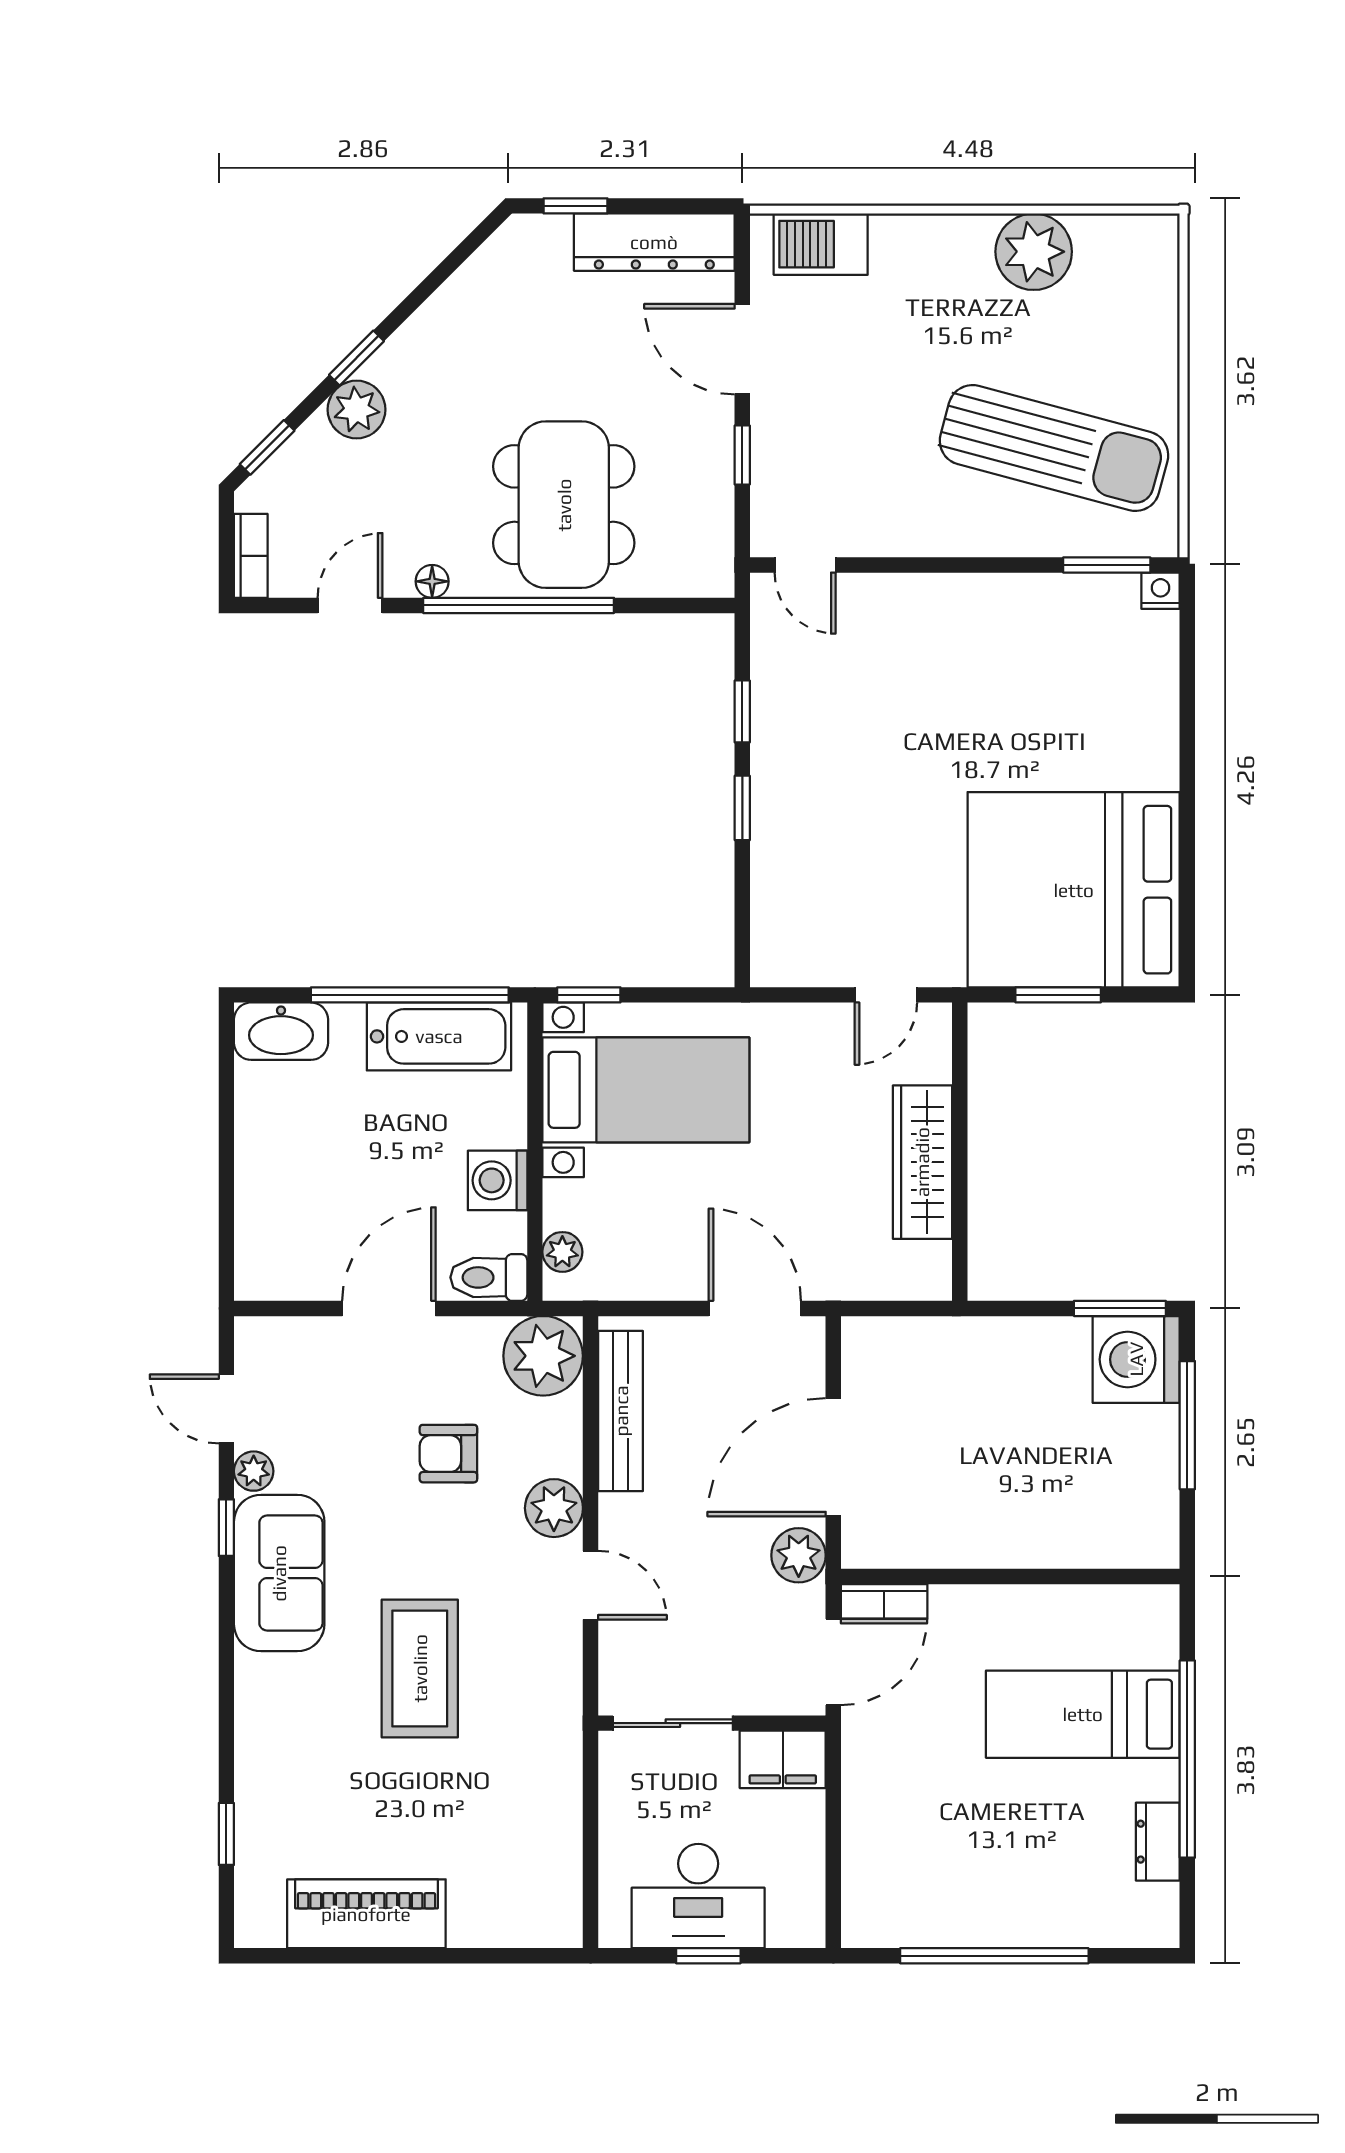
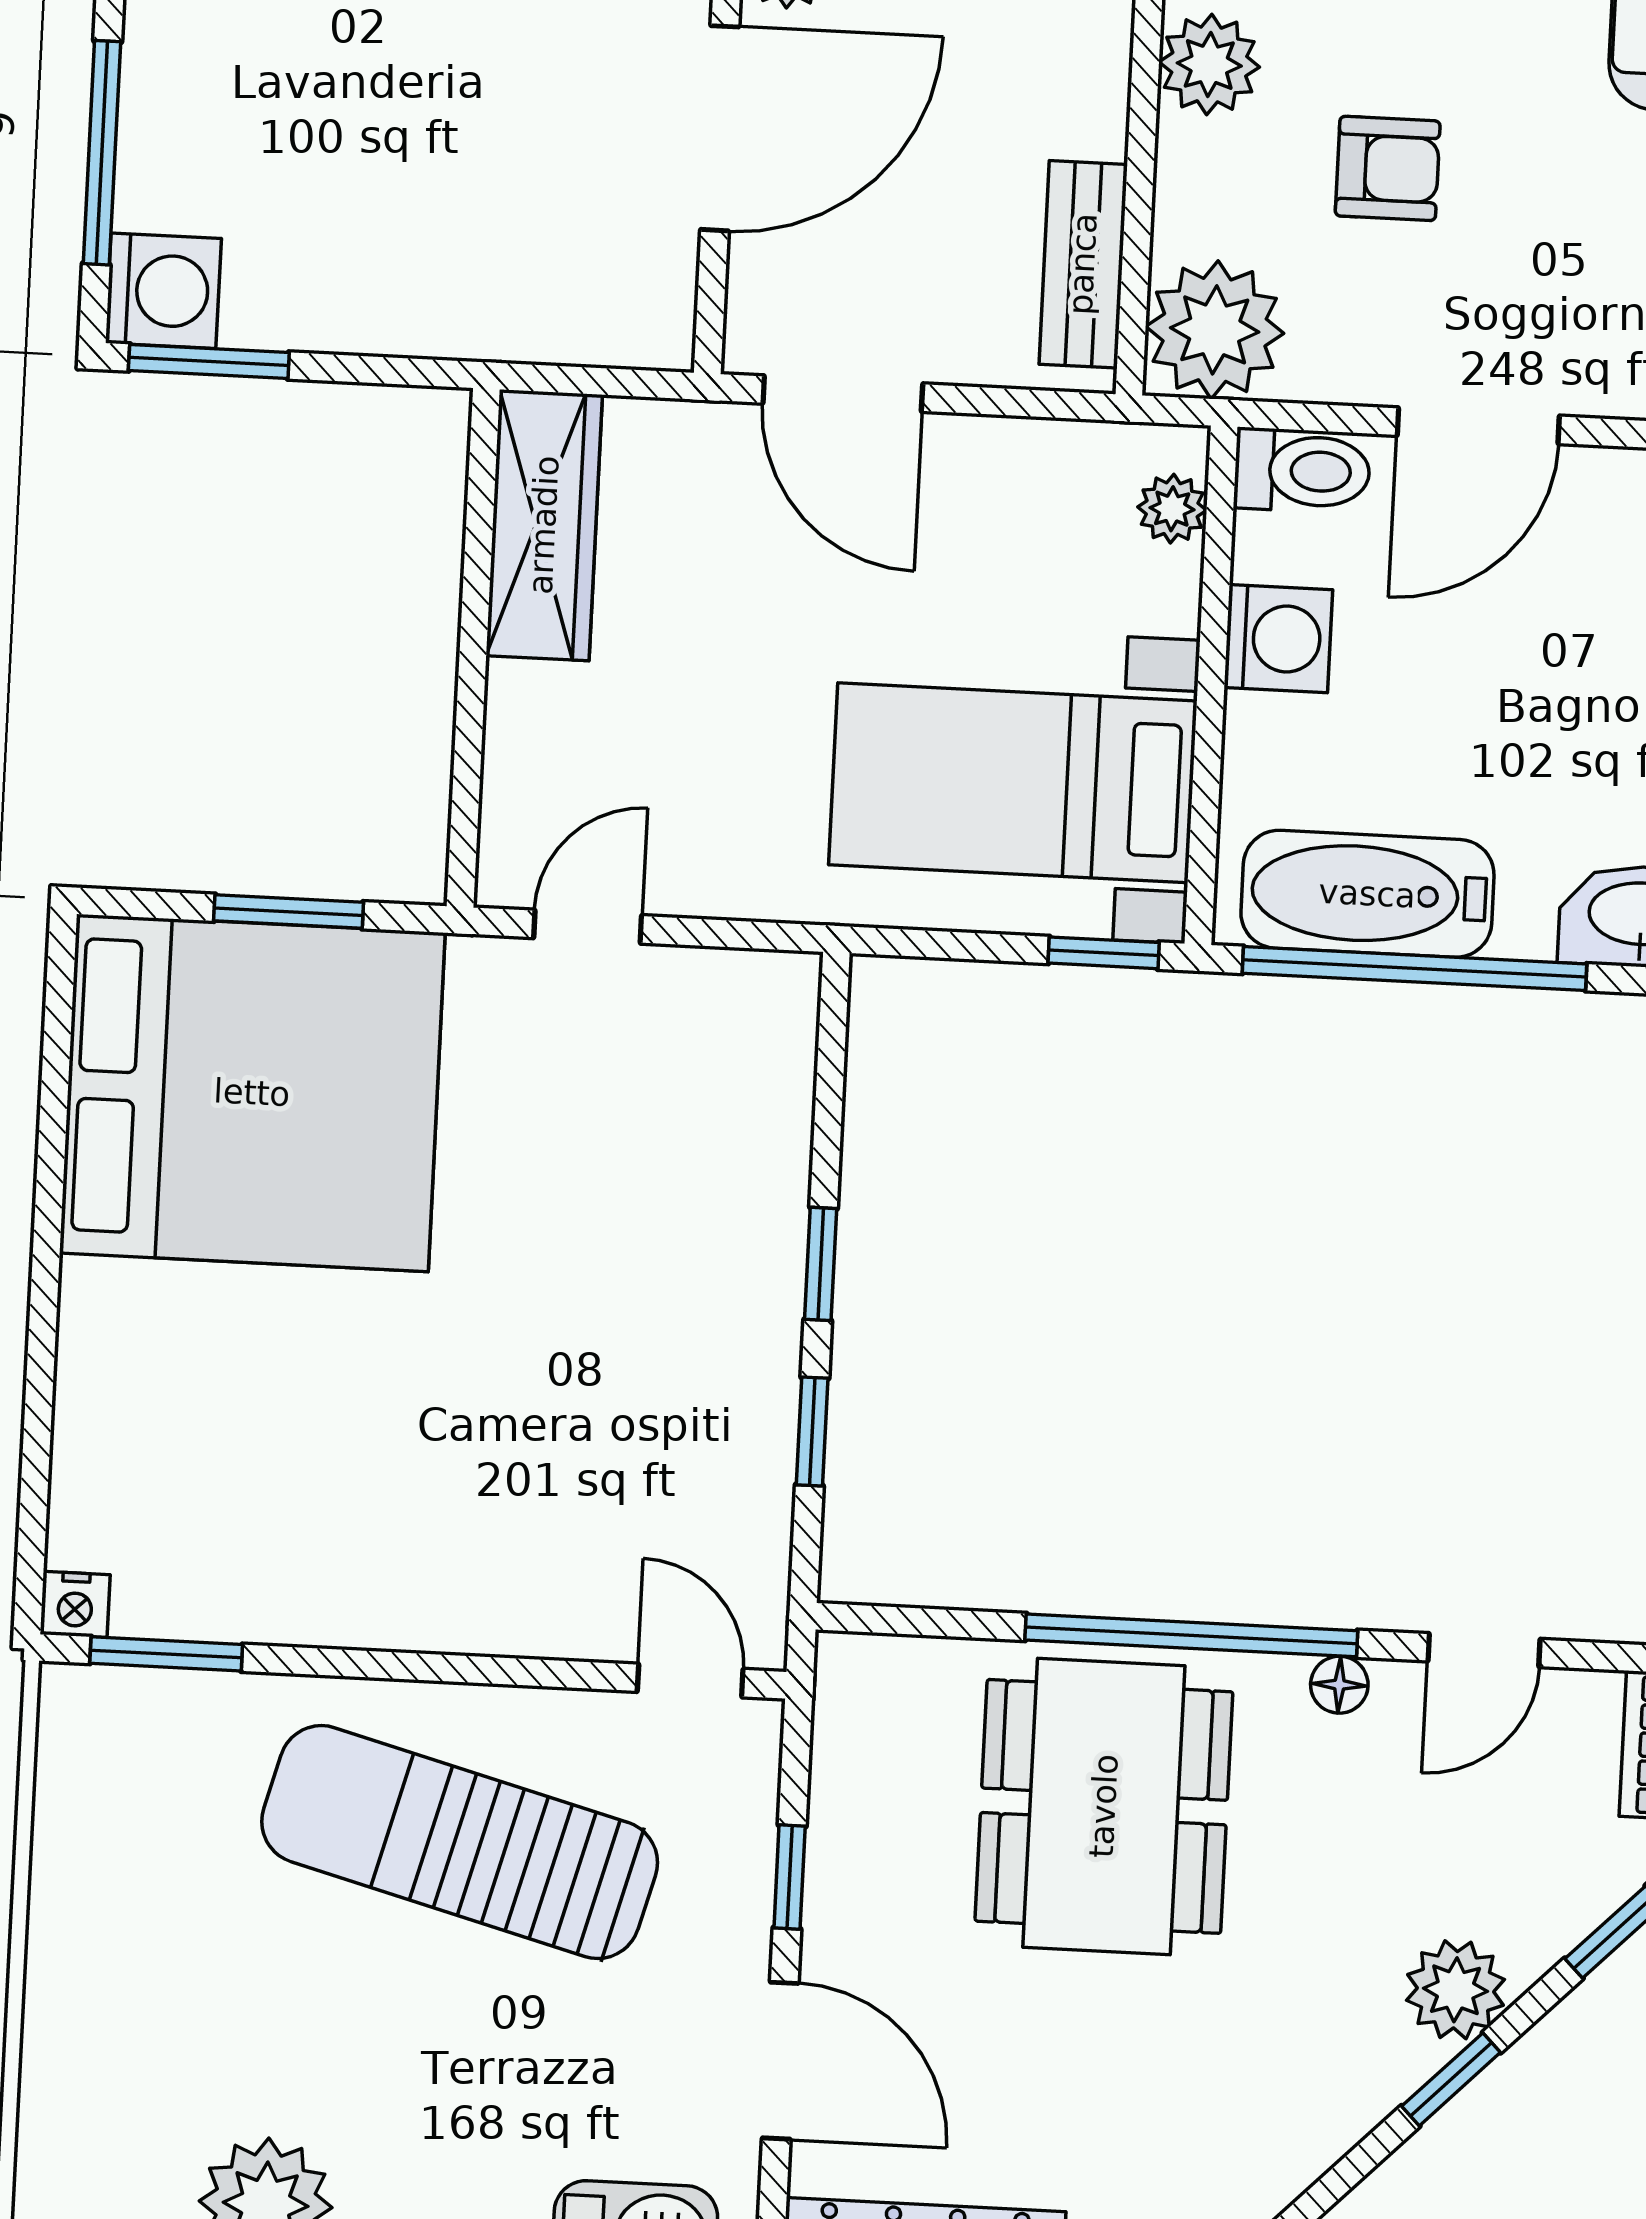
sun lounger: (1054, 448) -> (460, 1842), moved
wardrobe: (922, 1162) -> (544, 525), moved
washing machine: (1136, 1359) -> (163, 291), width x0.73, depth x0.73
bench: (621, 1411) -> (1083, 264), width x0.73

